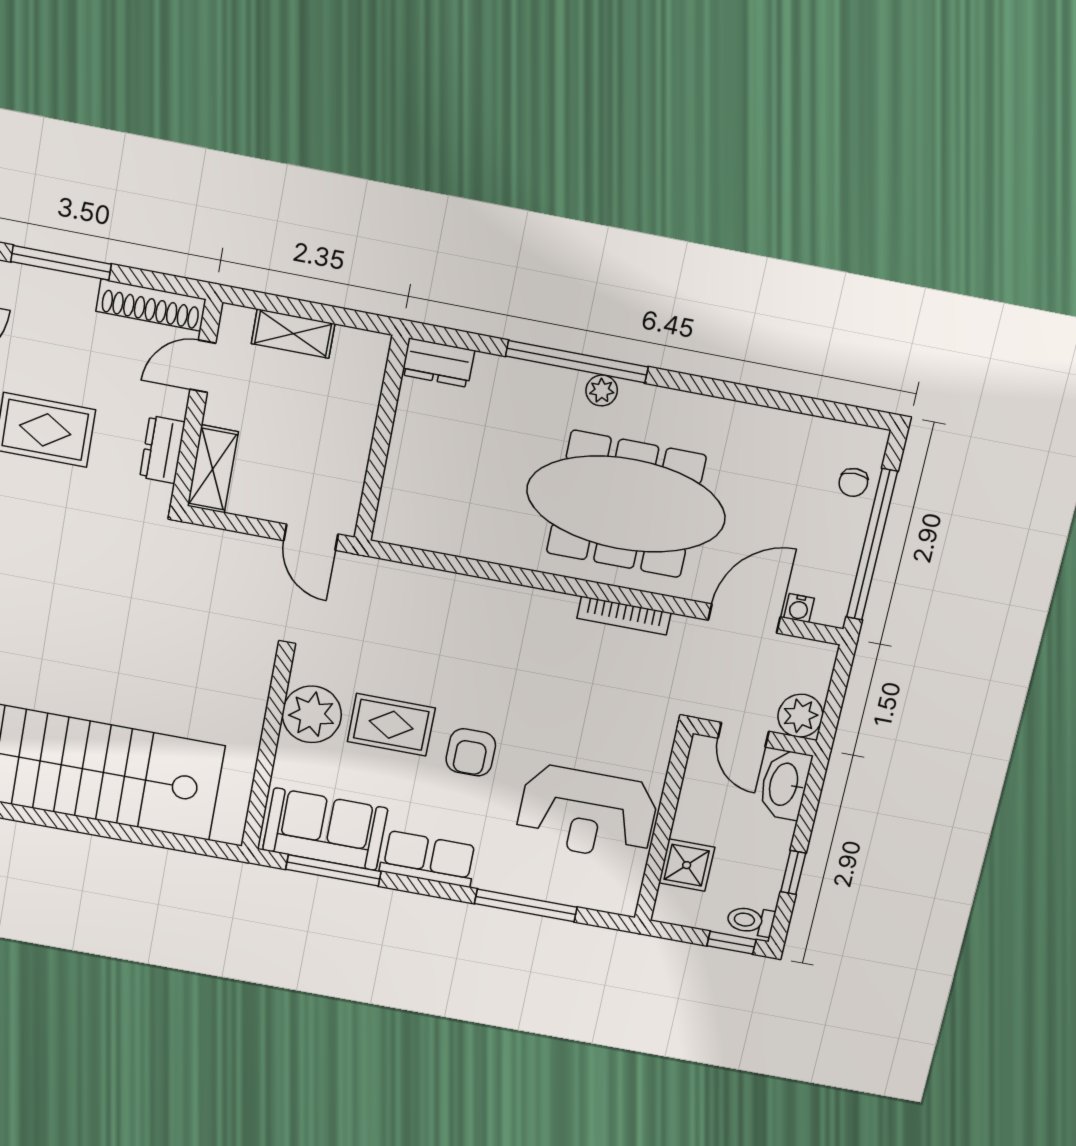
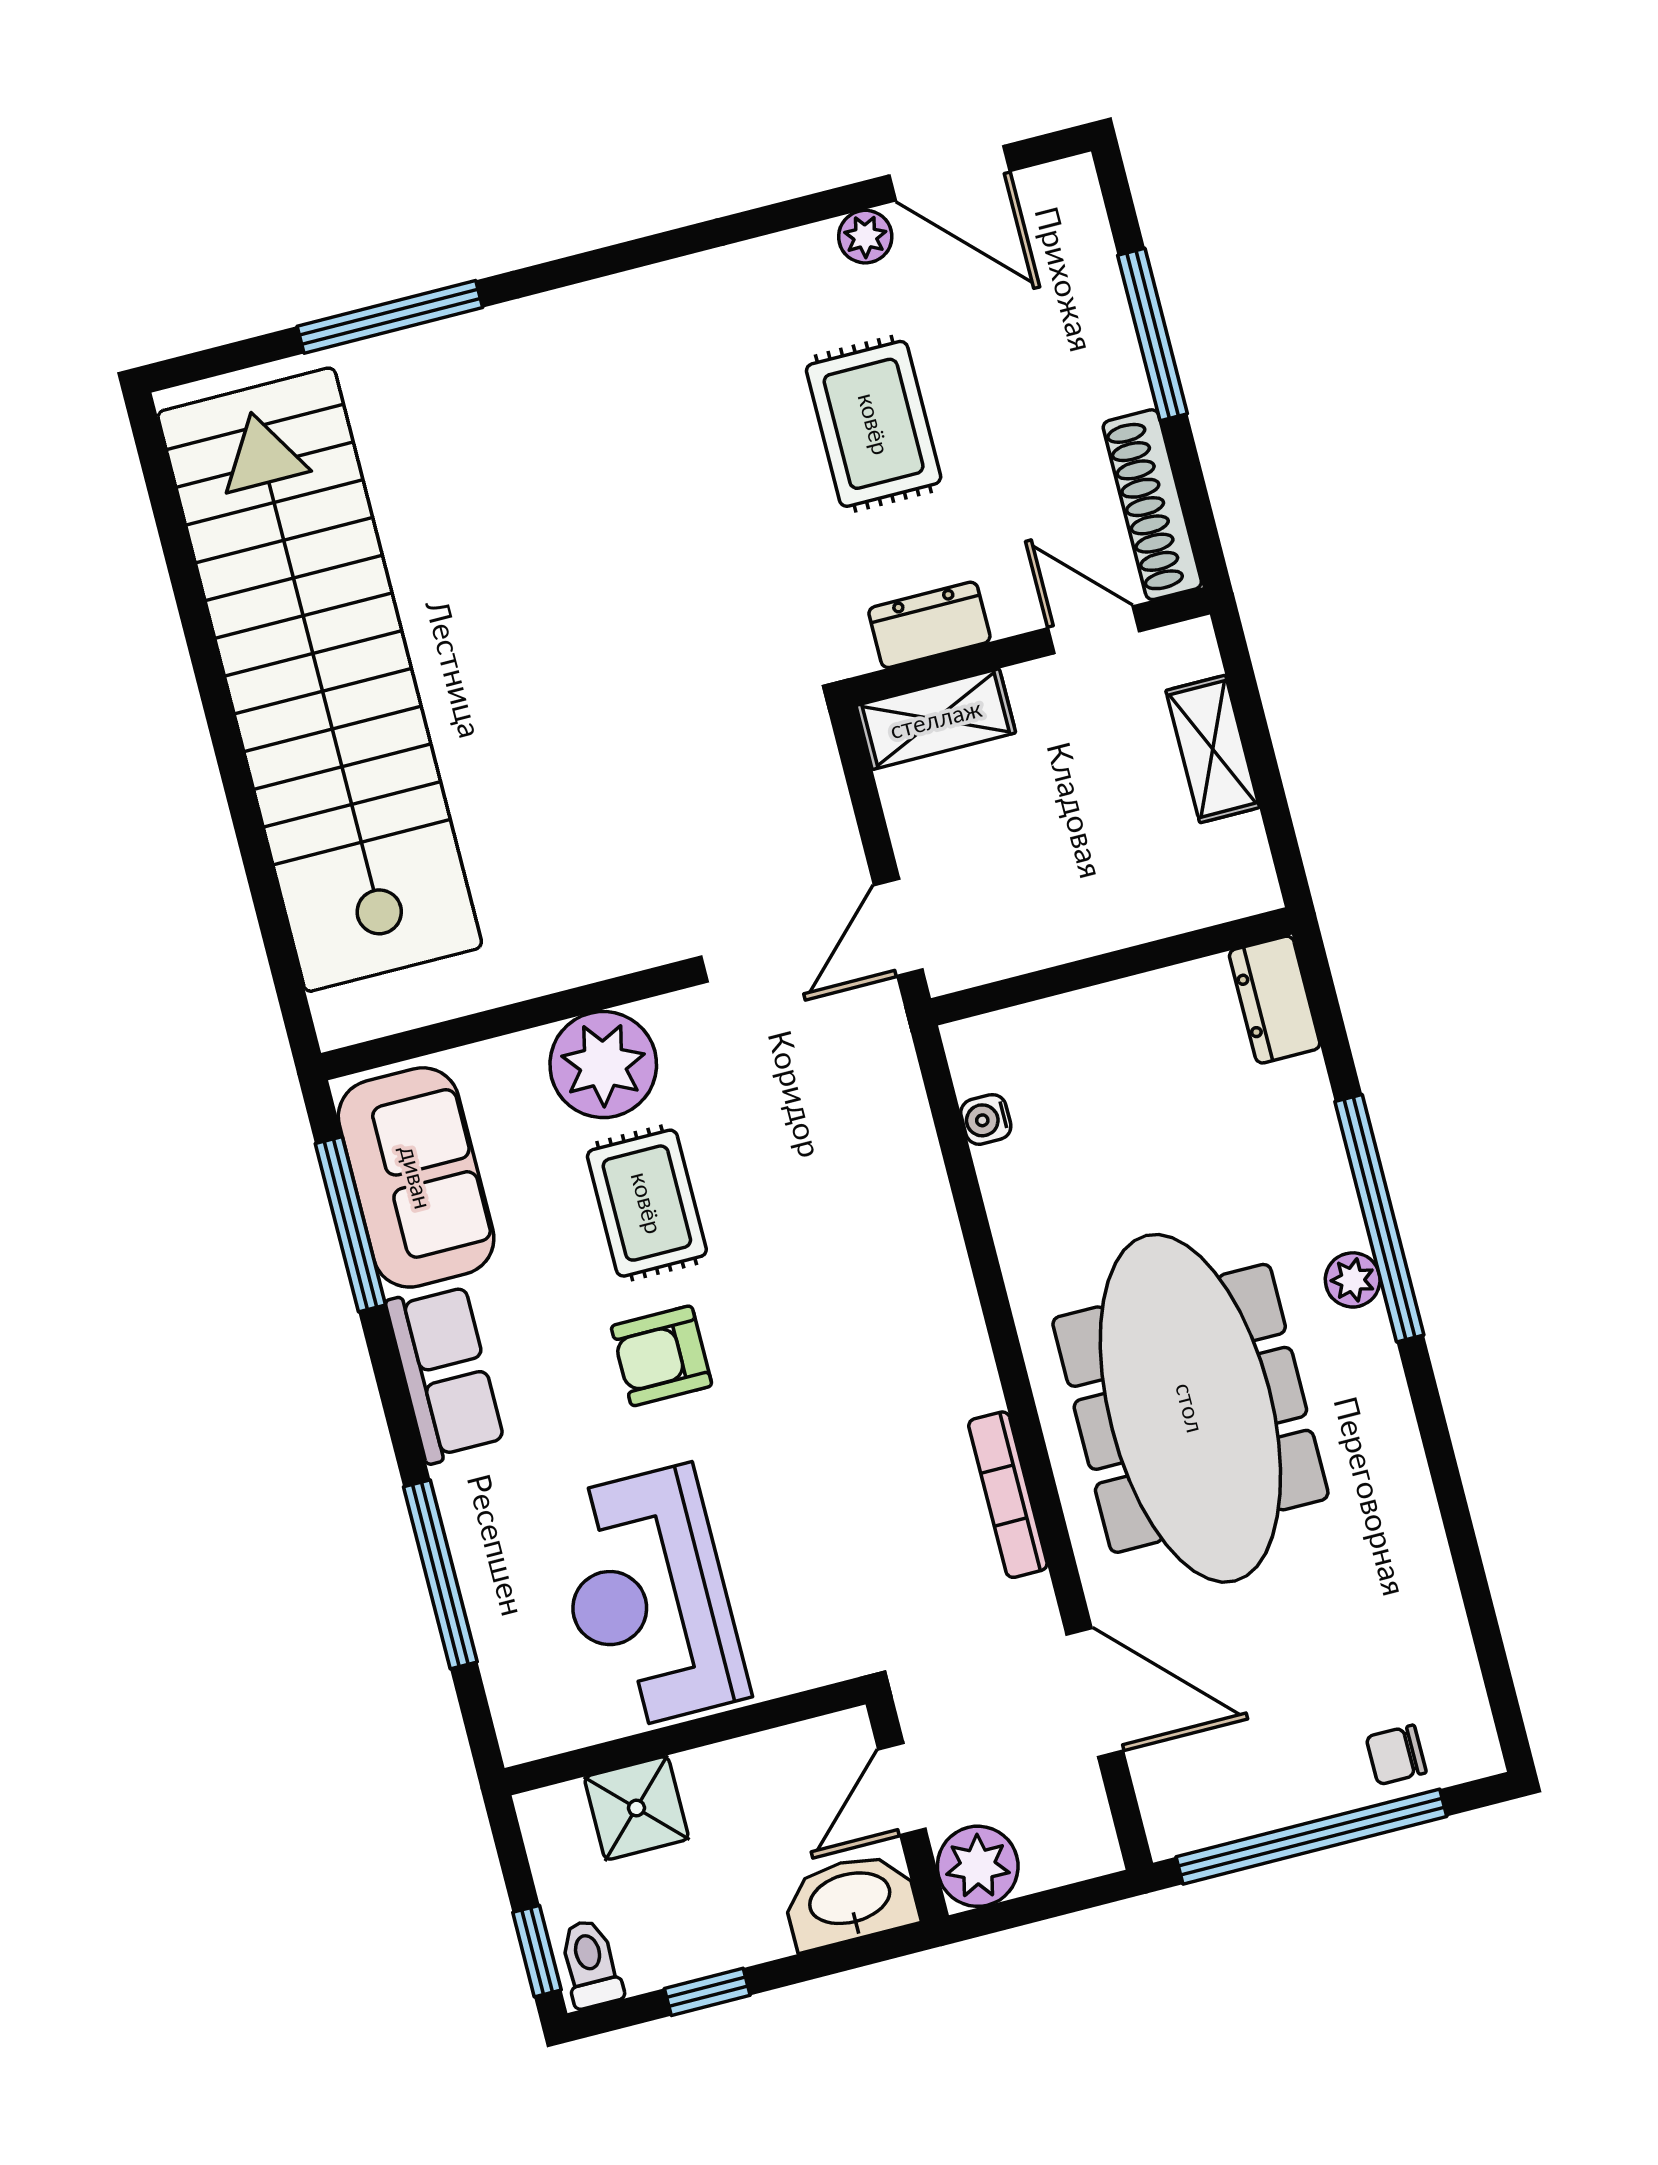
water cooler: (799, 608) -> (986, 1119), moved

